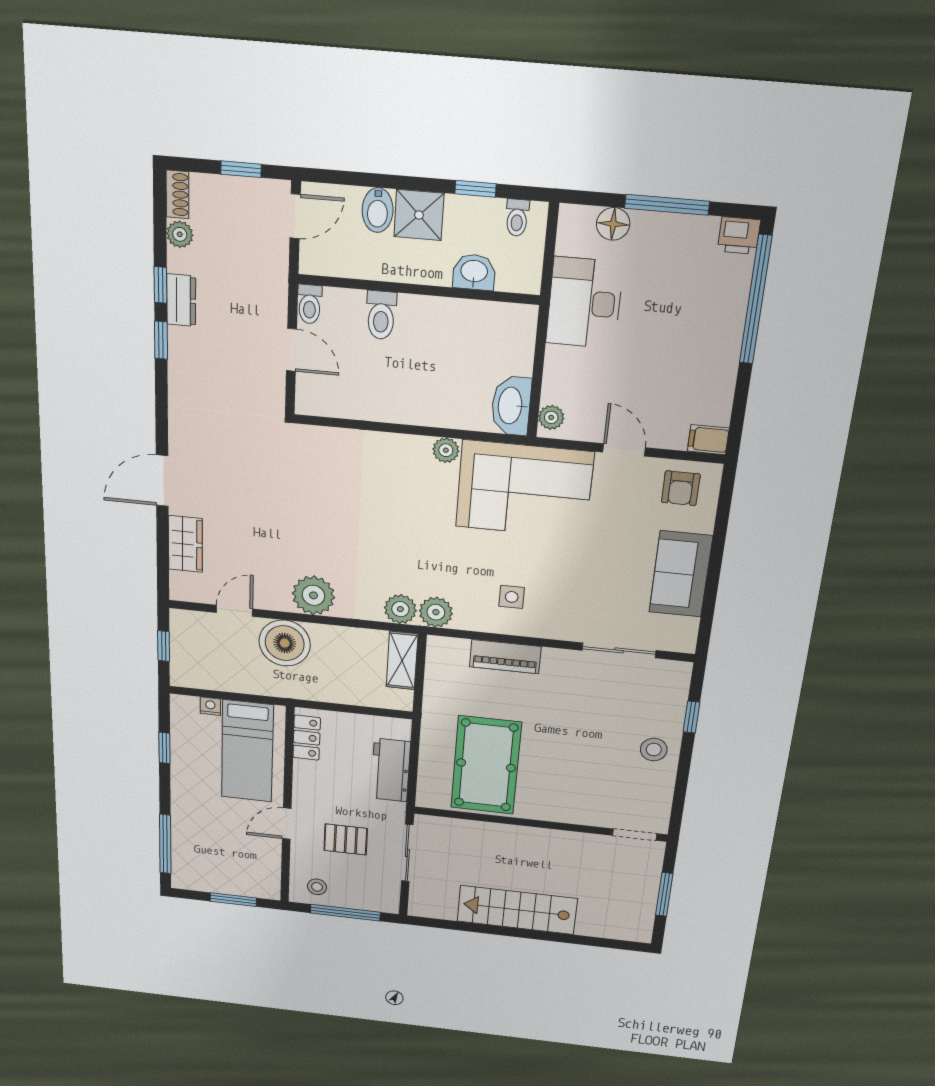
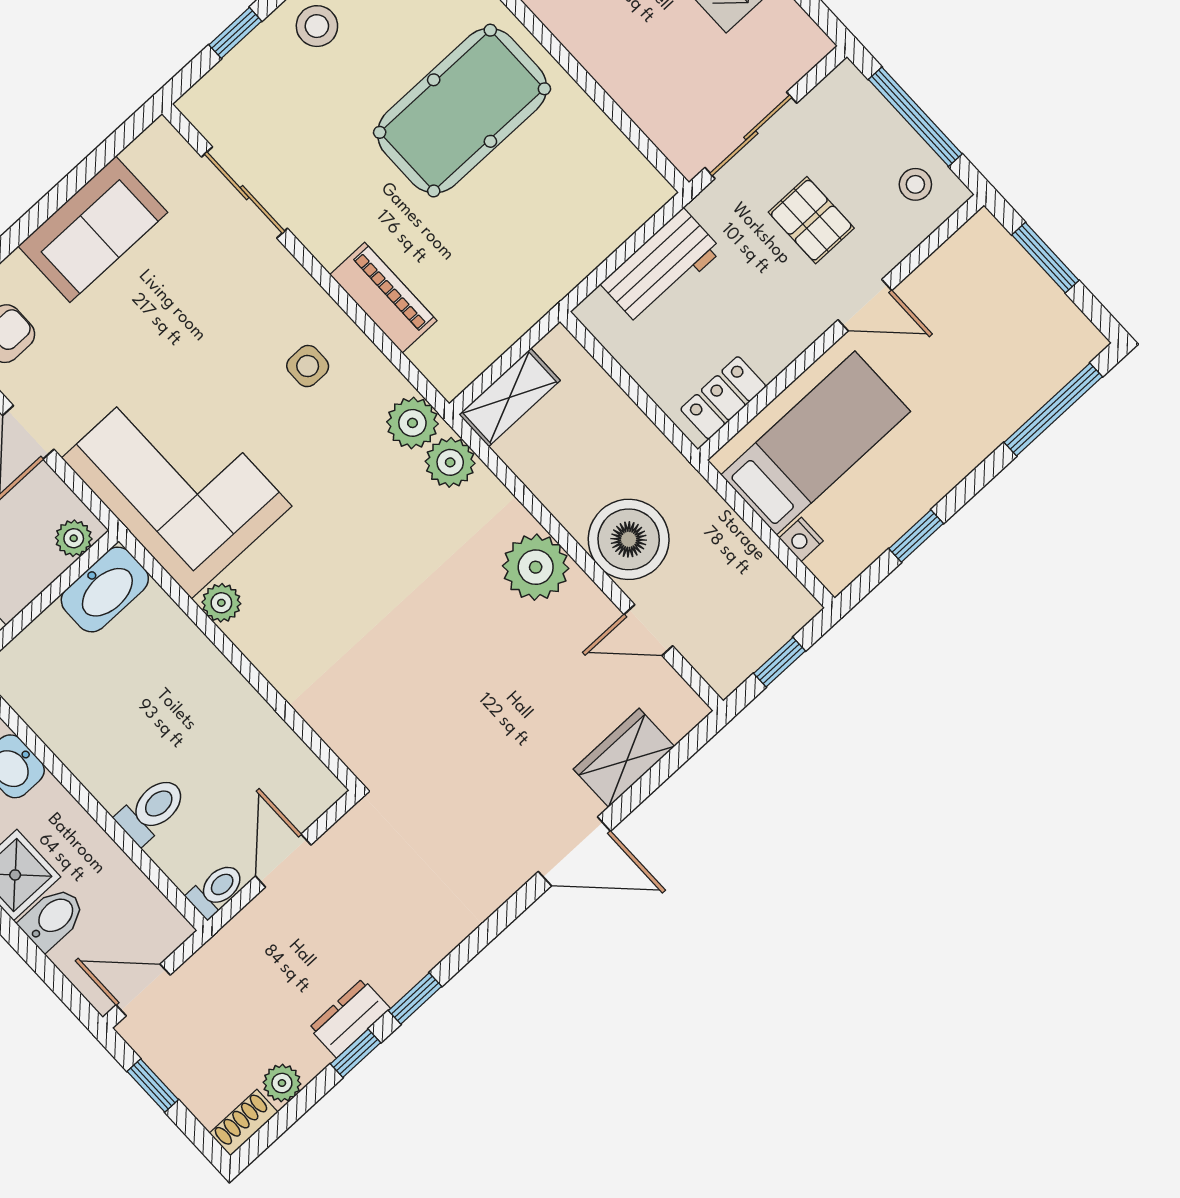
pool table: (486, 765) -> (462, 111), moved

